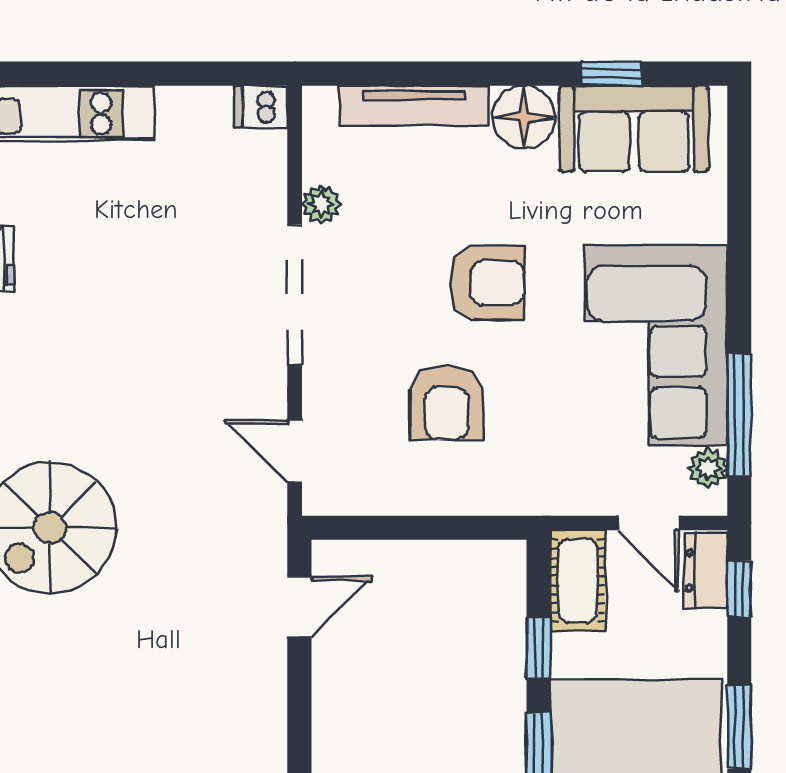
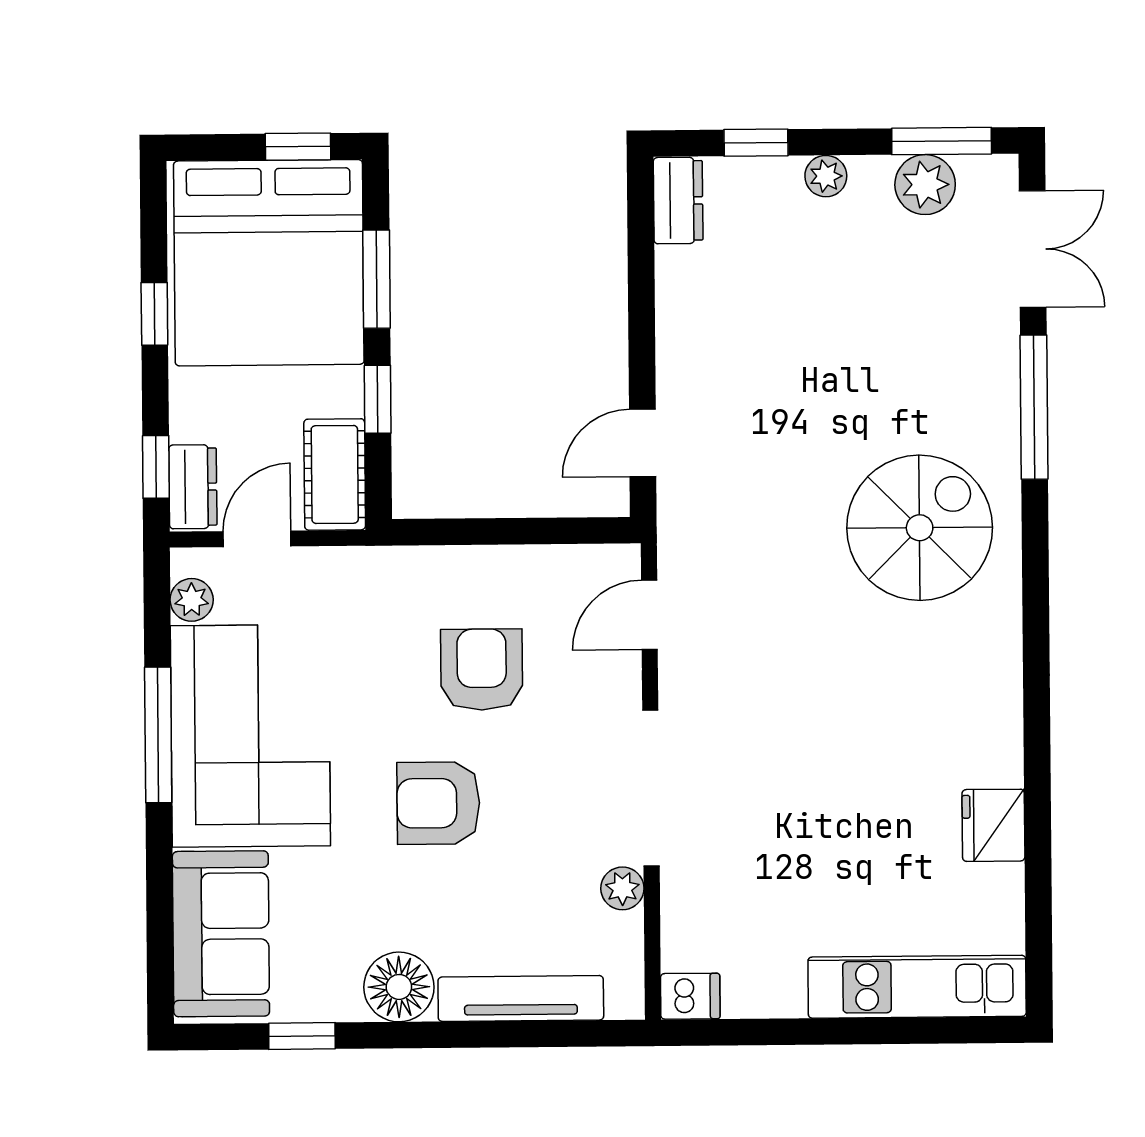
sofa: (634, 129) -> (221, 934), moved, turned 90
window: (739, 415) -> (158, 735), moved
door: (295, 451) -> (649, 615), swing flipped
door: (648, 523) -> (257, 539), hinge flipped
window: (739, 727) -> (154, 314), width x0.67

